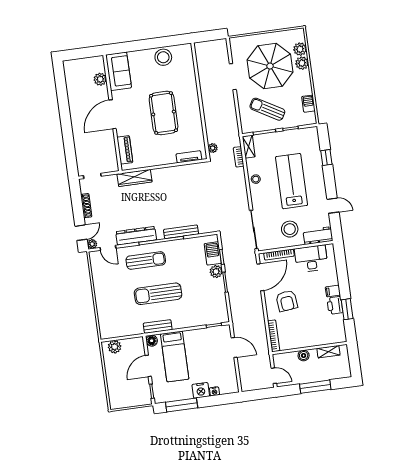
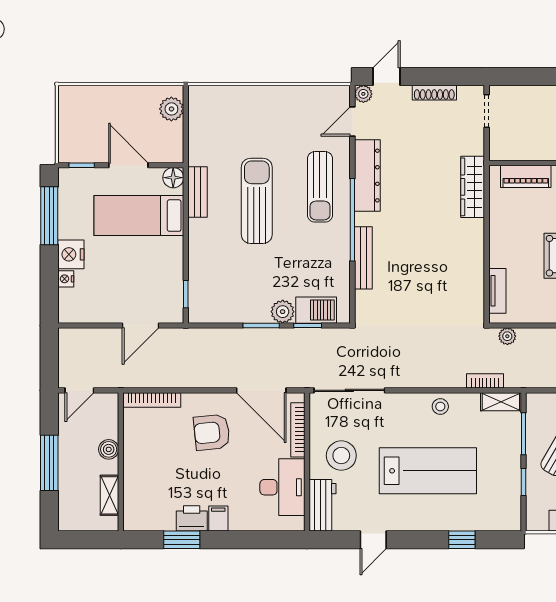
door: (81, 233) -> (386, 76), swing flipped

